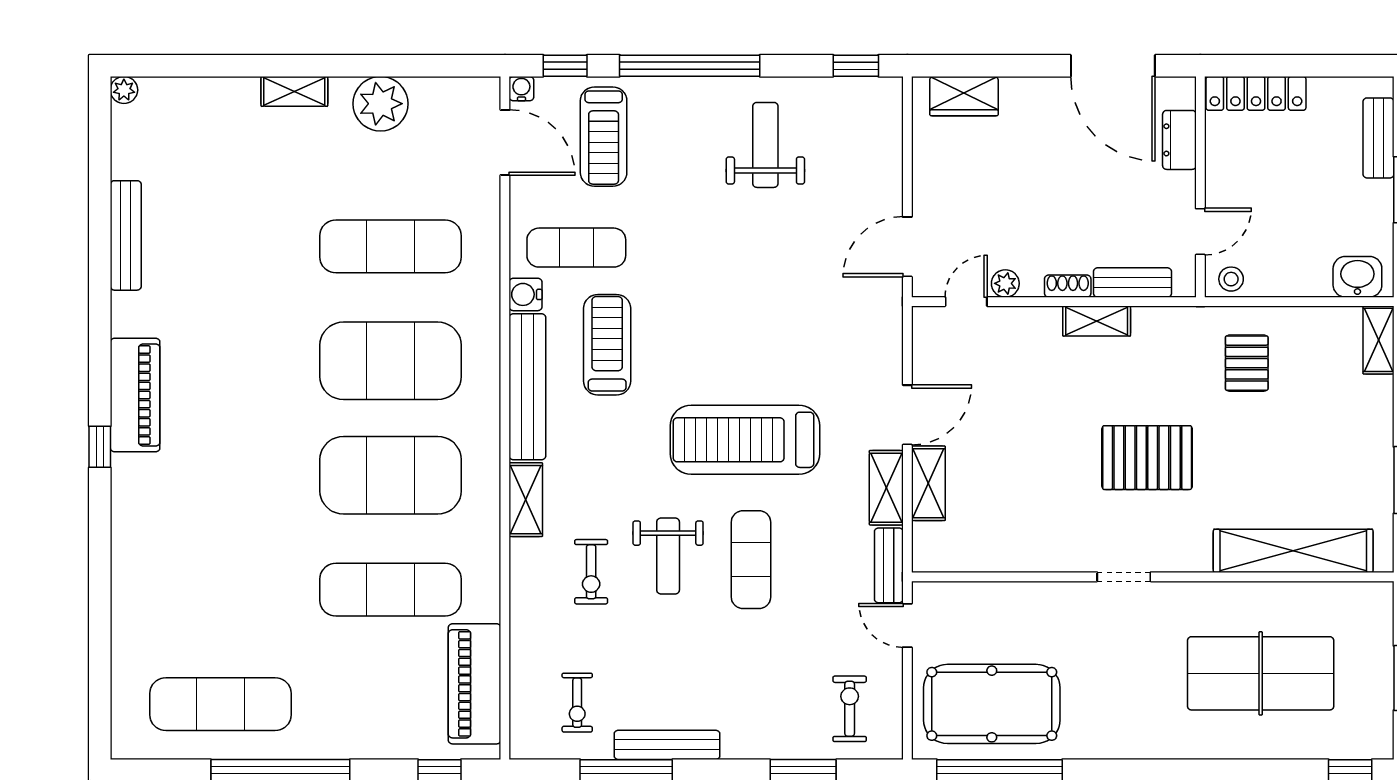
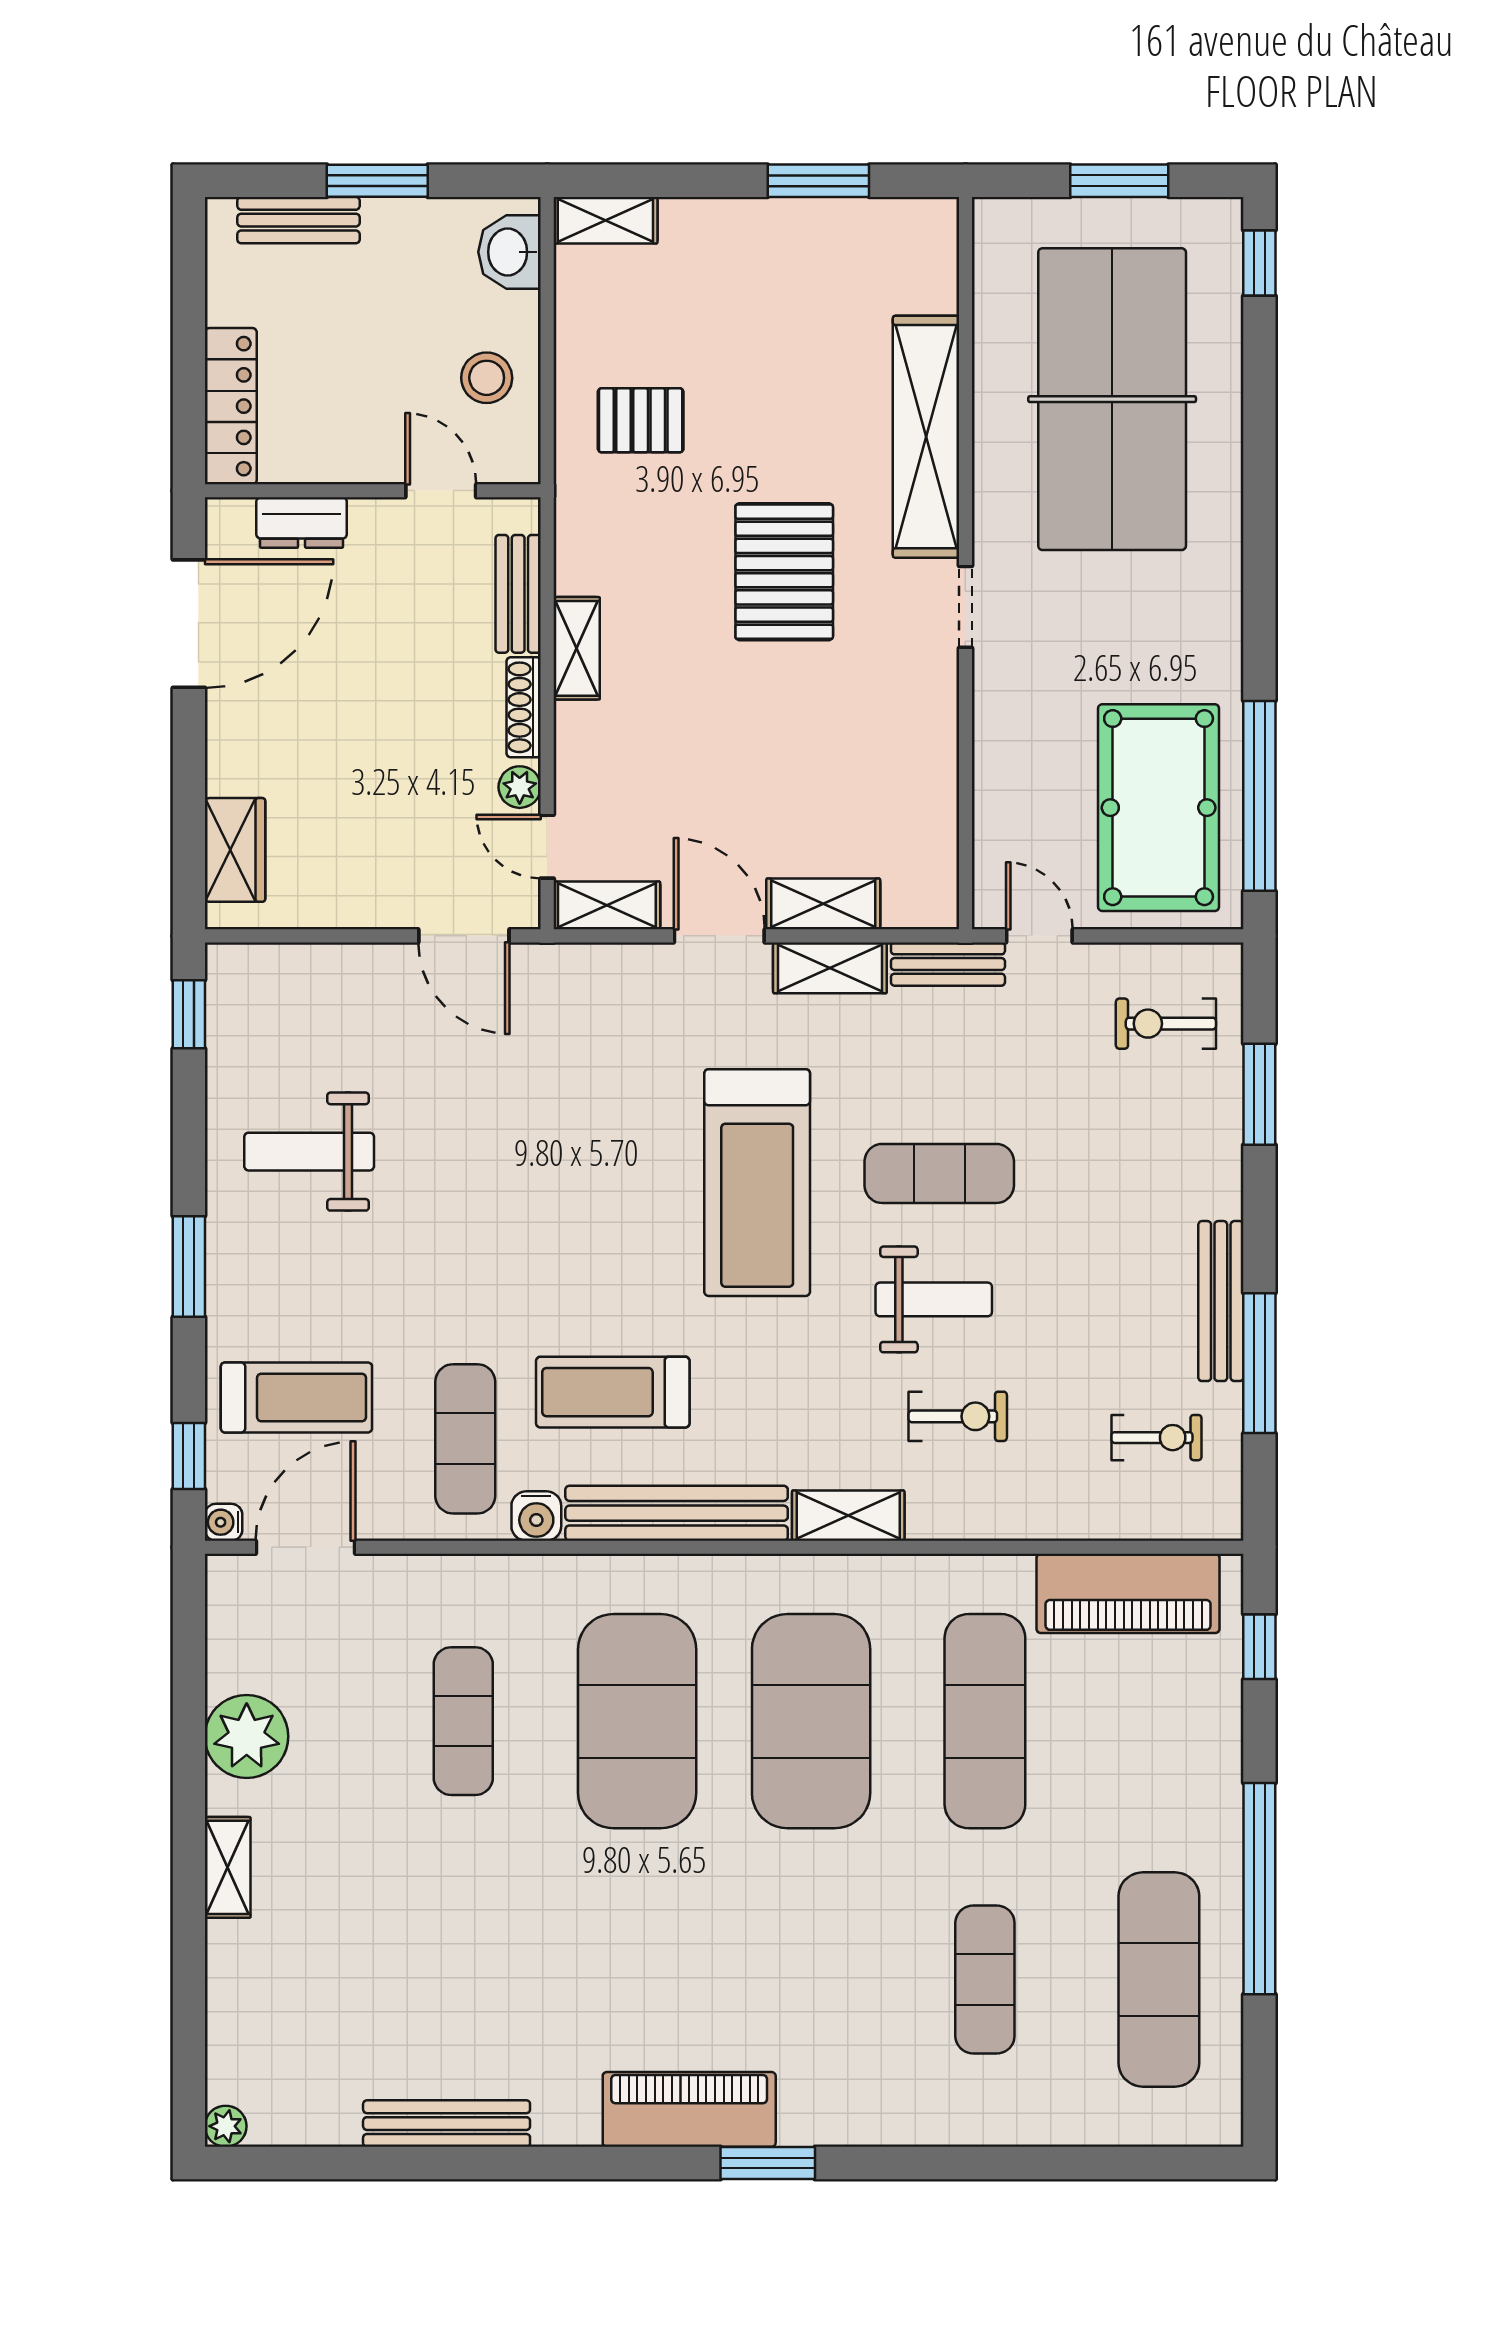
window: (690, 66) -> (189, 1267), width x0.47
exercise mat: (391, 246) -> (463, 1721), width x0.73, depth x0.69
stool: (1231, 279) -> (487, 378), moved, width x1.37, depth x1.37
shoe rack: (1068, 286) -> (524, 707), width x1.43
shelving: (927, 341) -> (607, 905), added
window: (100, 447) -> (768, 2163), width x1.50
shelving: (1293, 551) -> (926, 437), moved
exercise mat: (221, 590) -> (985, 1979), added
door: (907, 625) -> (1039, 936), swing flipped
table tennis table: (1261, 673) -> (1112, 399), width x1.36, depth x1.32

